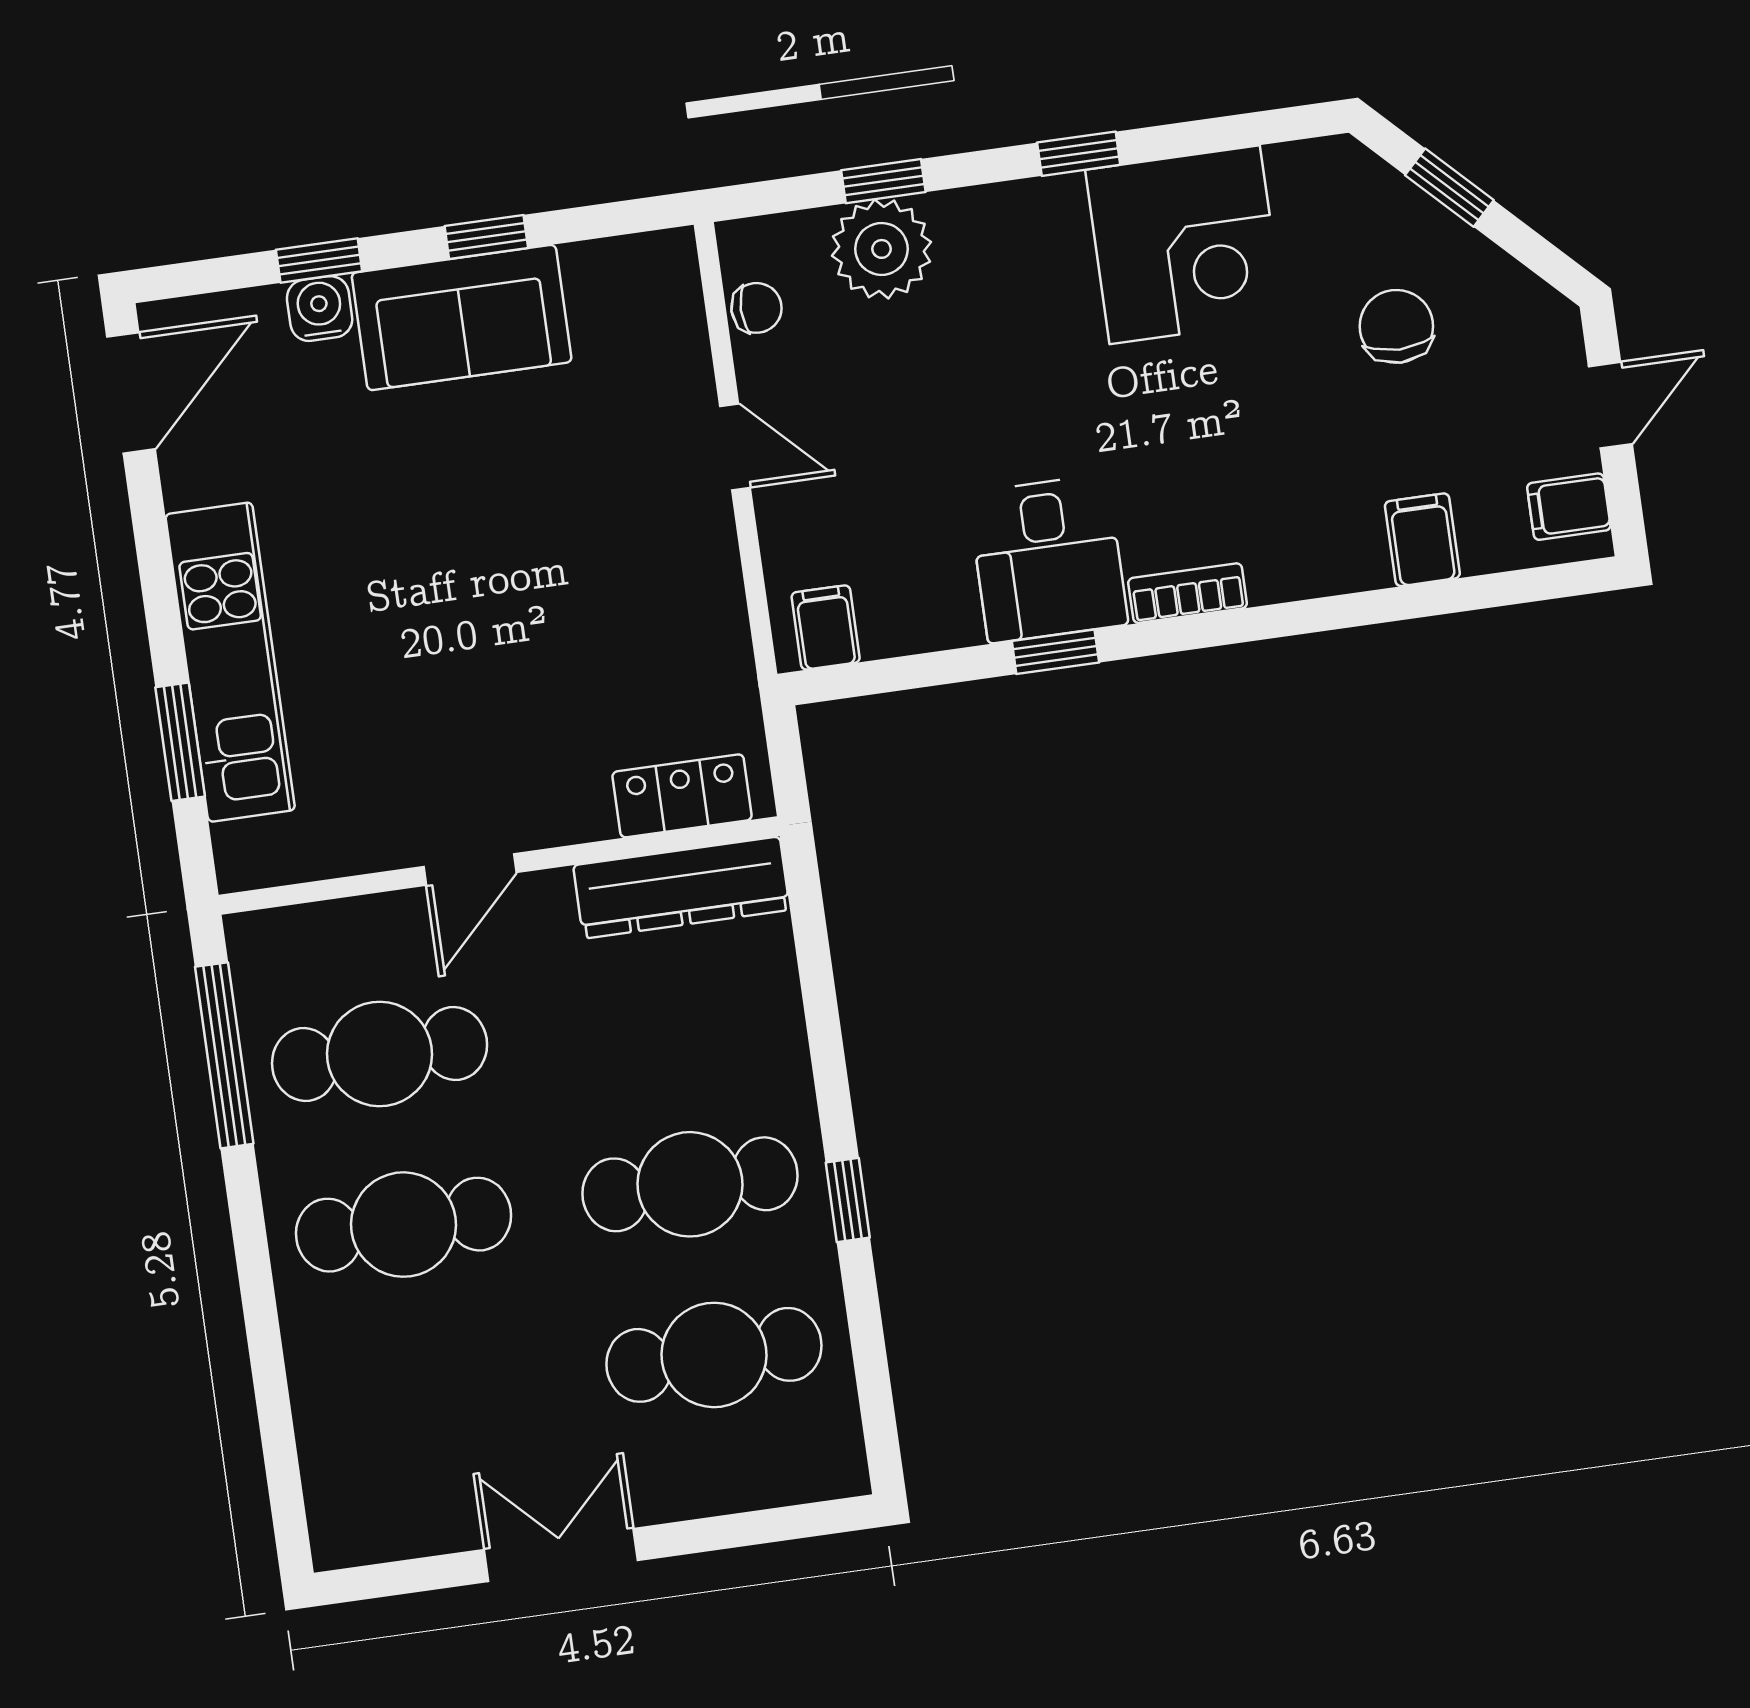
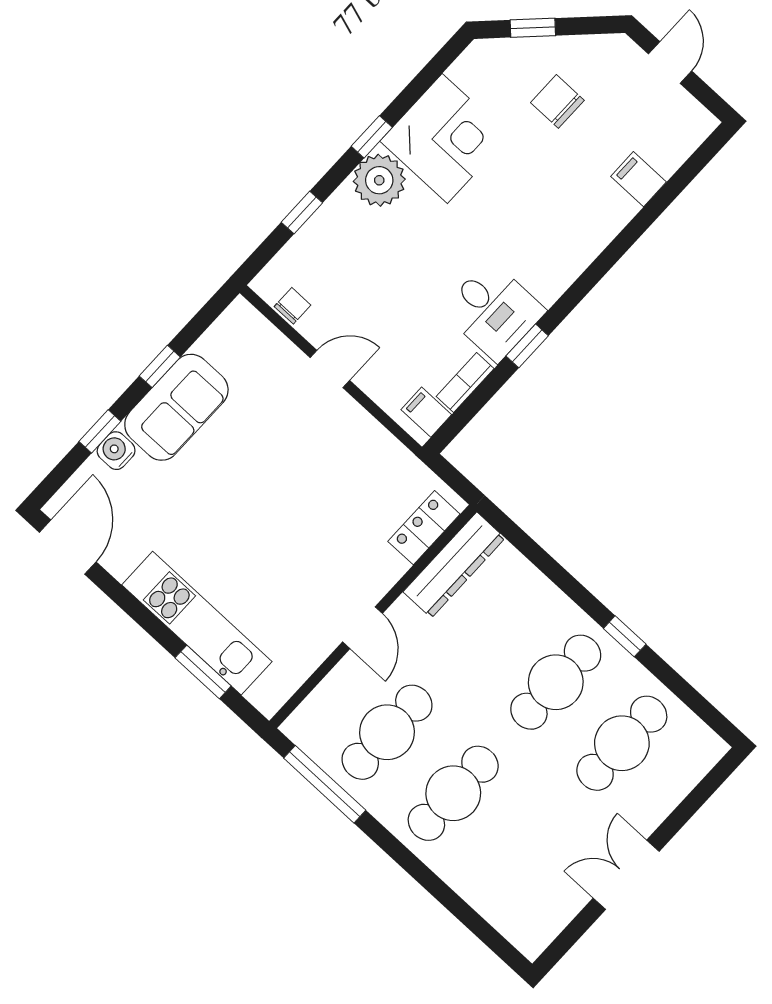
plant: (882, 249) -> (379, 180), moved
filing cabinet: (1569, 507) -> (687, 117), removed
bookcase: (1188, 593) -> (465, 383), moved

